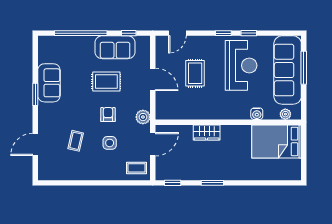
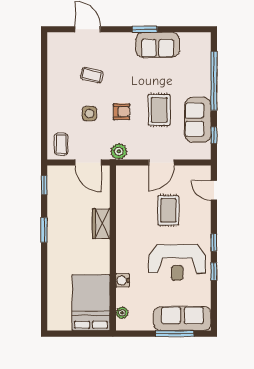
sofa: (288, 70) -> (182, 319), width x0.74, depth x0.79
rug: (195, 73) -> (168, 210), turned 90

